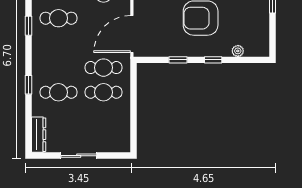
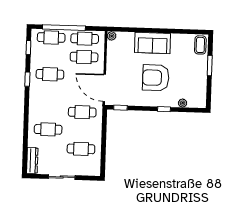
door: (132, 34) -> (104, 88), hinge flipped
window: (178, 60) -> (120, 108), moved
window: (29, 85) -> (26, 123), removed
cafe table: (103, 92) -> (81, 149), moved

